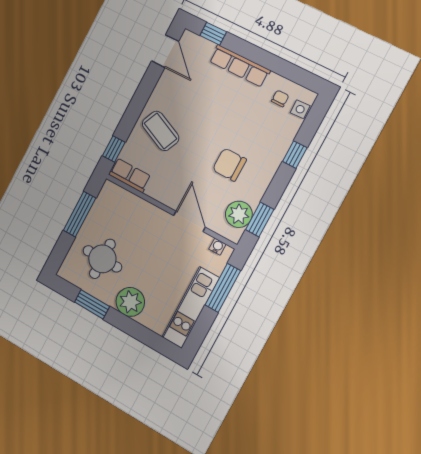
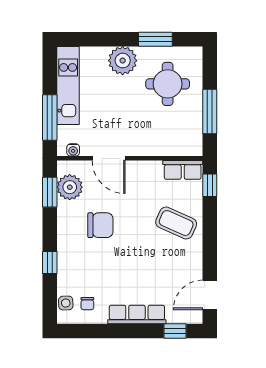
door: (165, 51) -> (210, 295), hinge flipped

